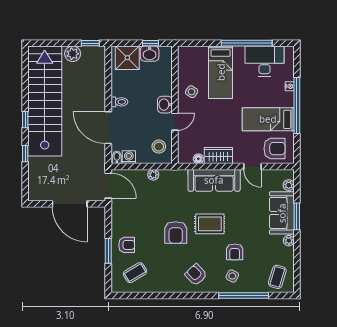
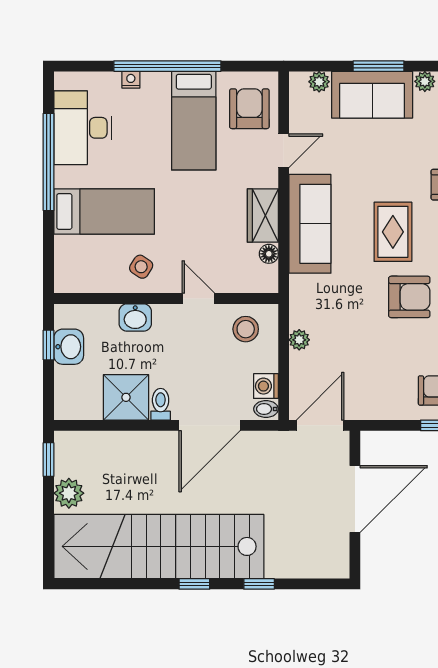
shower: (127, 58) -> (126, 397), moved
washbasin: (165, 105) -> (135, 318), moved

